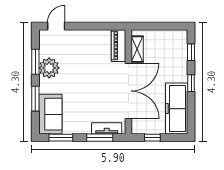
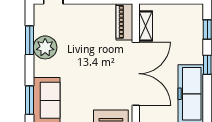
window: (35, 99) -> (30, 100), moved

